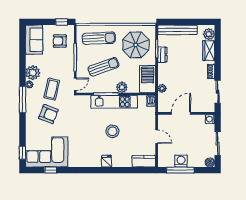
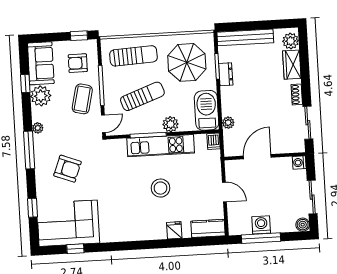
window: (22, 53) -> (25, 84), added
plant: (33, 73) -> (41, 96), moved
coffee table: (52, 89) -> (82, 99), moved
window: (22, 153) -> (33, 208), moved
fridge: (107, 161) -> (174, 230), moved

